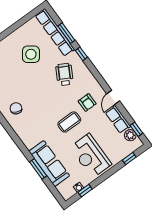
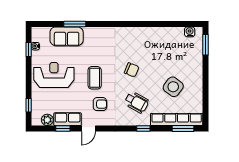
window: (66, 33) -> (183, 129), moved
door: (113, 97) -> (88, 129), swing flipped
armchair: (87, 102) -> (100, 104), turned 180
chair: (16, 108) -> (132, 70), moved
window: (136, 129) -> (63, 129), moved
sofa: (49, 164) -> (67, 36), width x0.73

